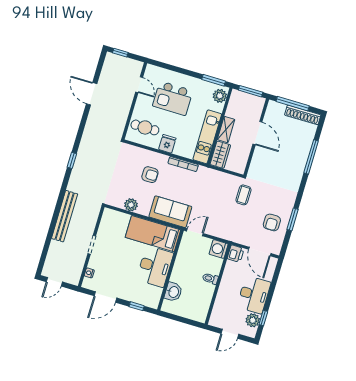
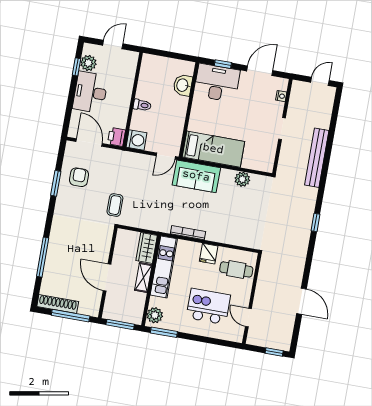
armchair: (150, 175) -> (225, 216), removed
desk: (155, 266) -> (217, 83), moved, turned 90

